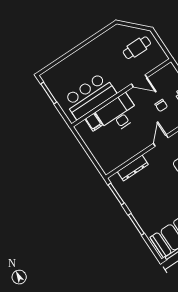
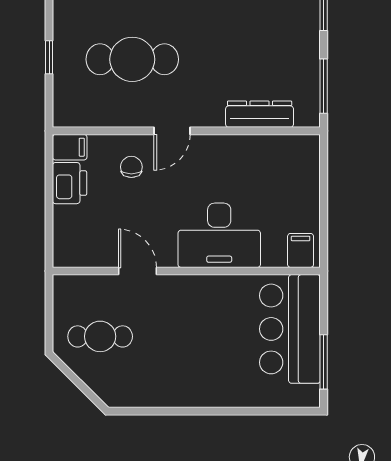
bar counter: (90, 96) -> (290, 329), moved, turned 90
chair: (161, 105) -> (131, 167), moved
filing cabinet: (94, 122) -> (301, 250), moved

